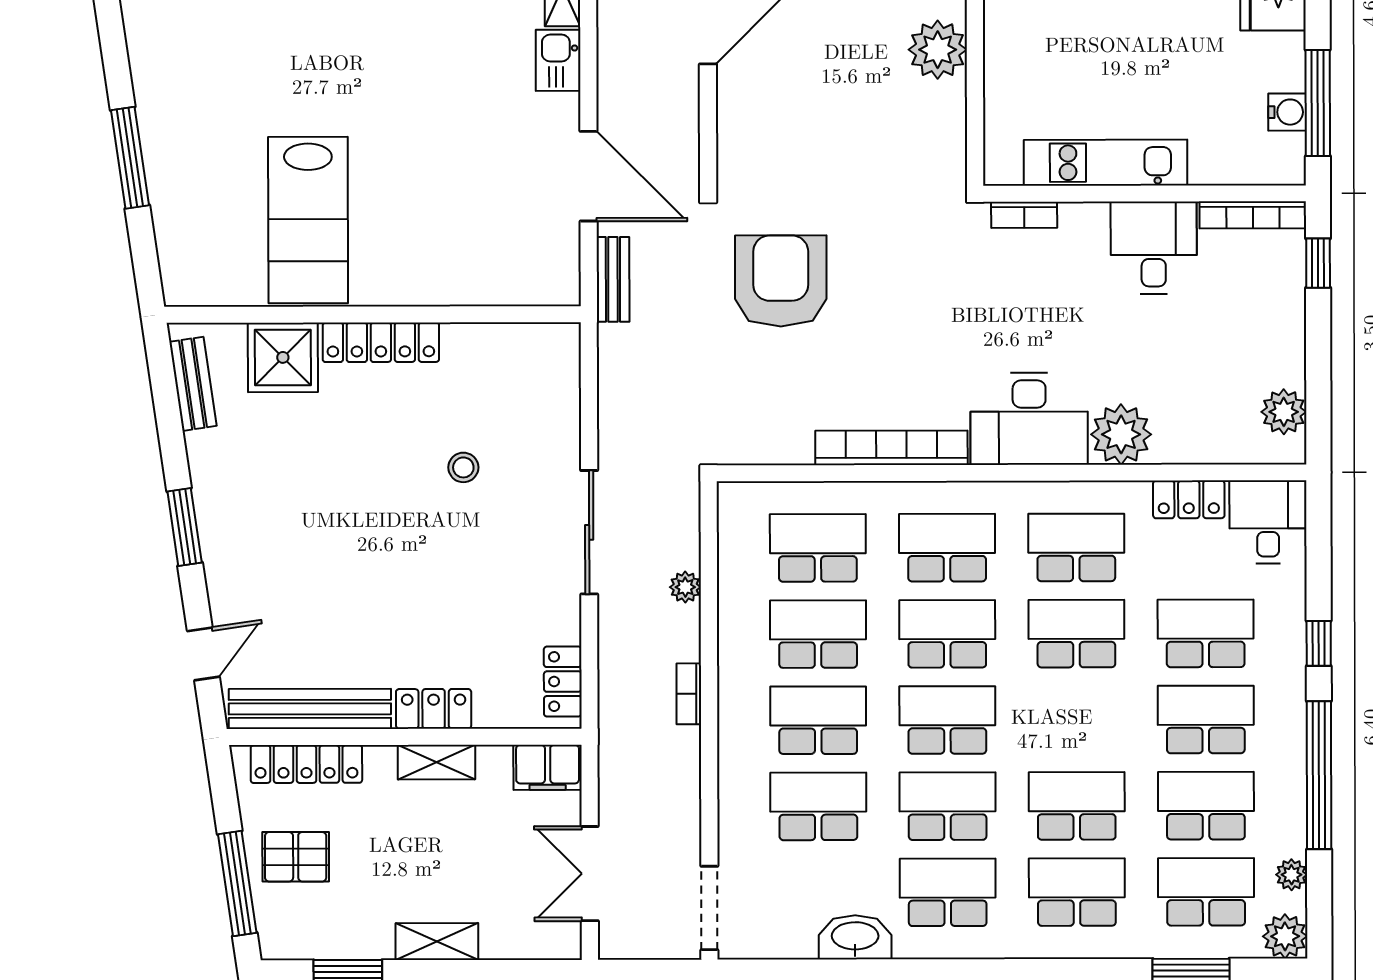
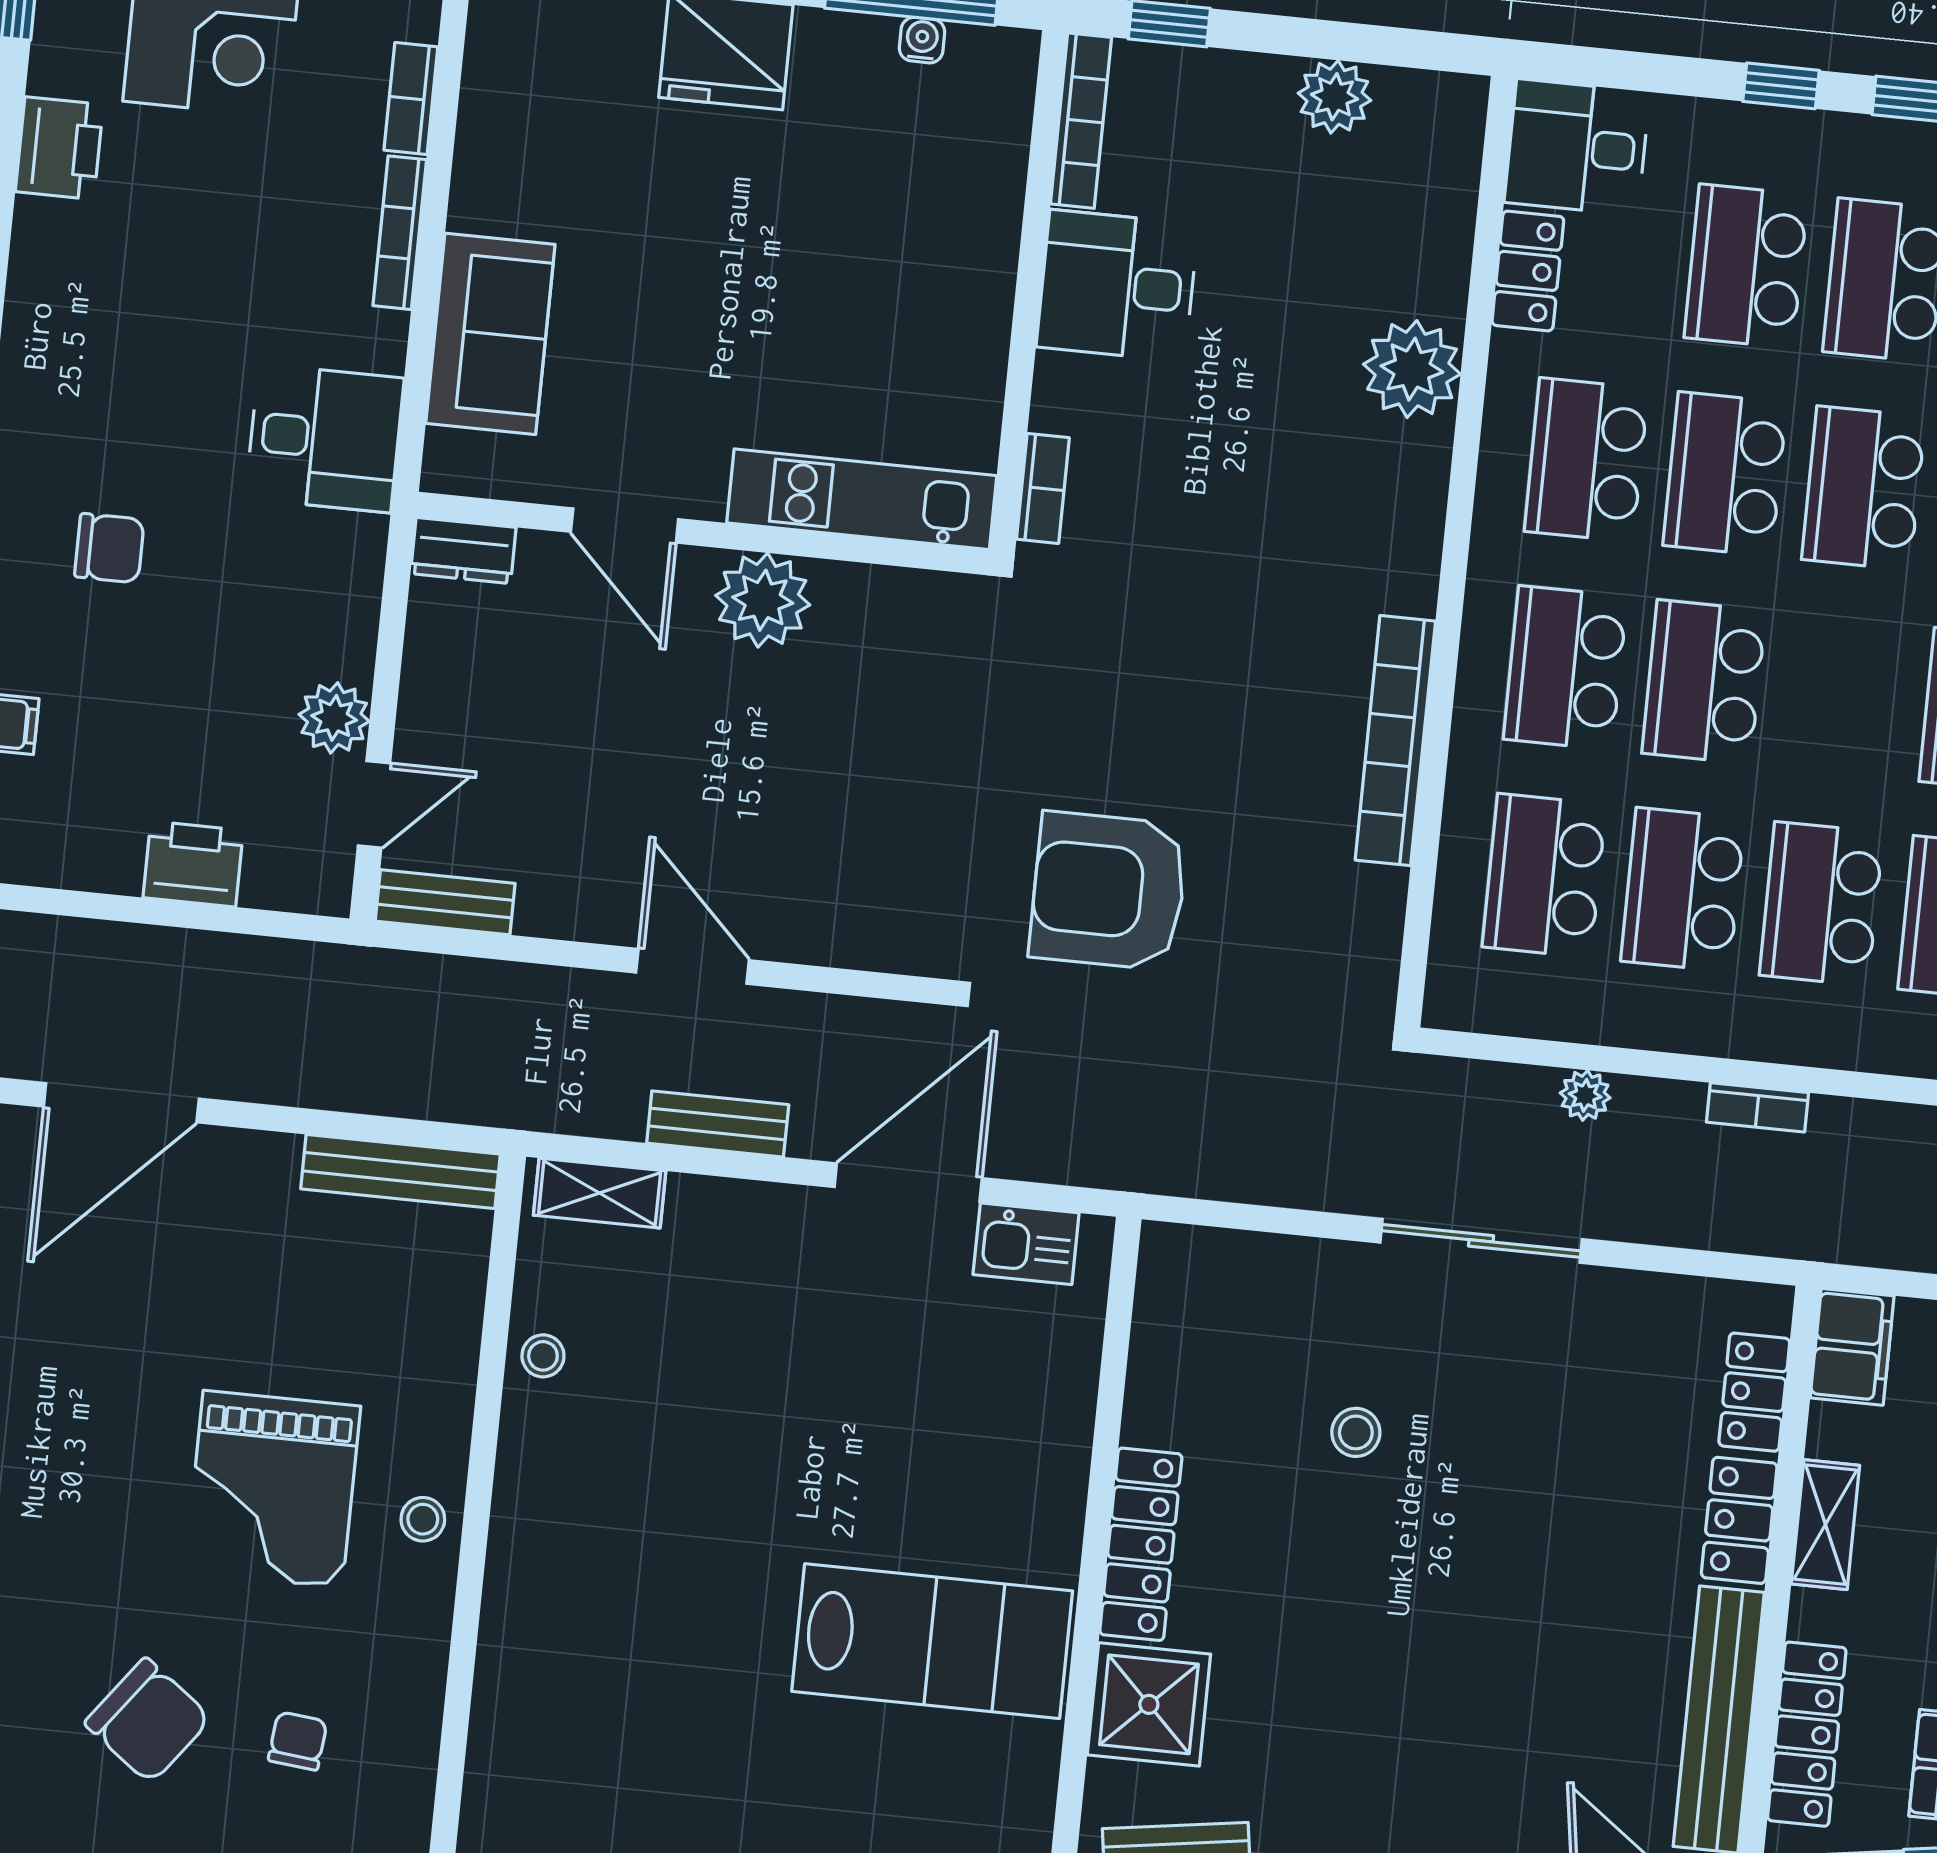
kitchen sink: (558, 60) -> (1026, 1244), moved
water cooler: (1287, 112) -> (922, 40), width x0.72, depth x0.72
kitchen unit: (1106, 163) -> (862, 499), moved, turned 90
bench: (613, 279) -> (718, 1124), moved
plant: (1284, 412) -> (1334, 97), moved
desk: (1029, 419) -> (1372, 514), removed
locker: (563, 682) -> (1754, 1392), moved, turned 90
school desk: (947, 720) -> (1864, 488), moved

